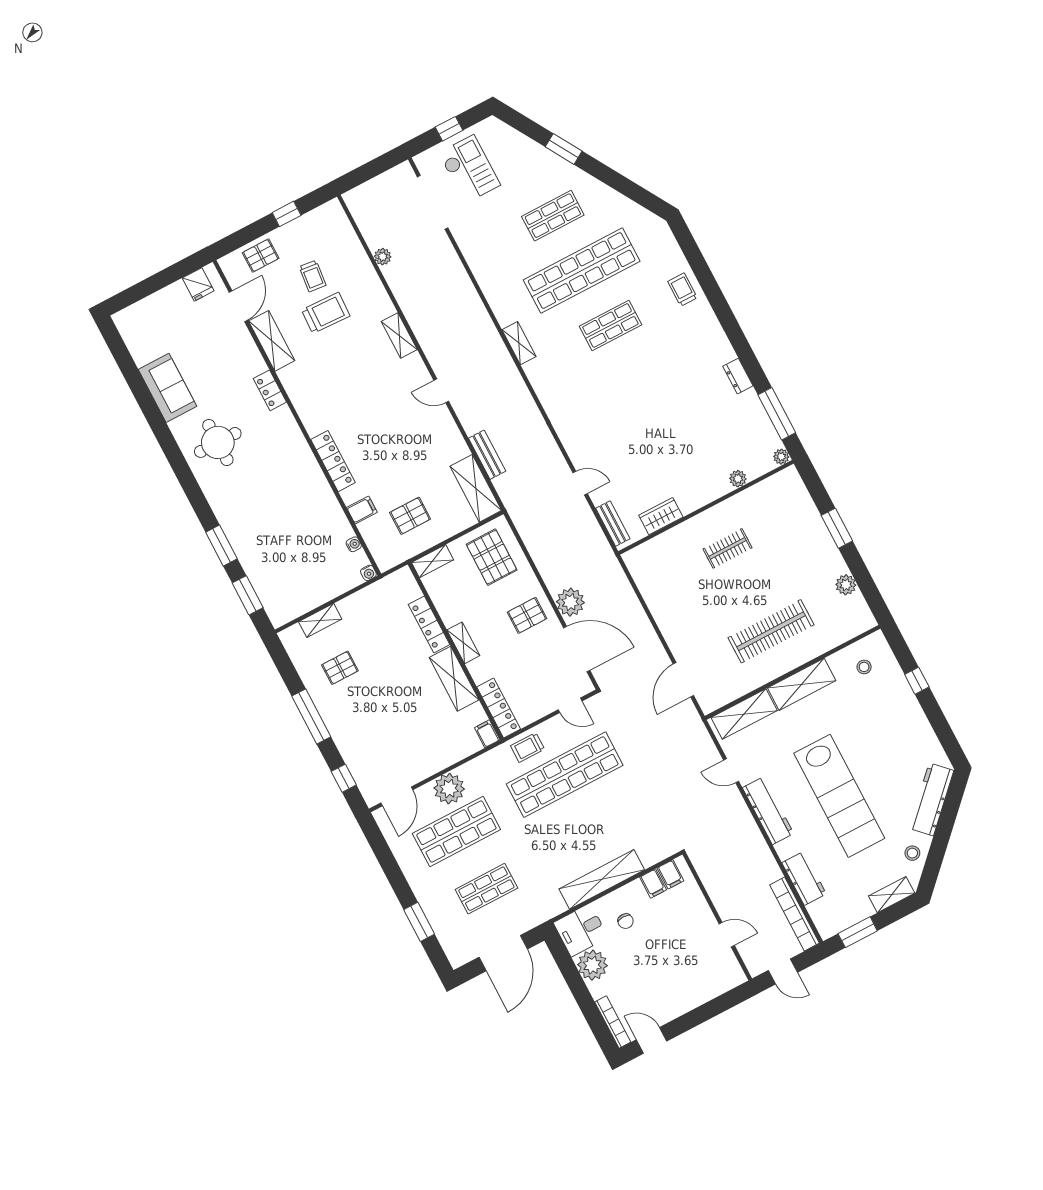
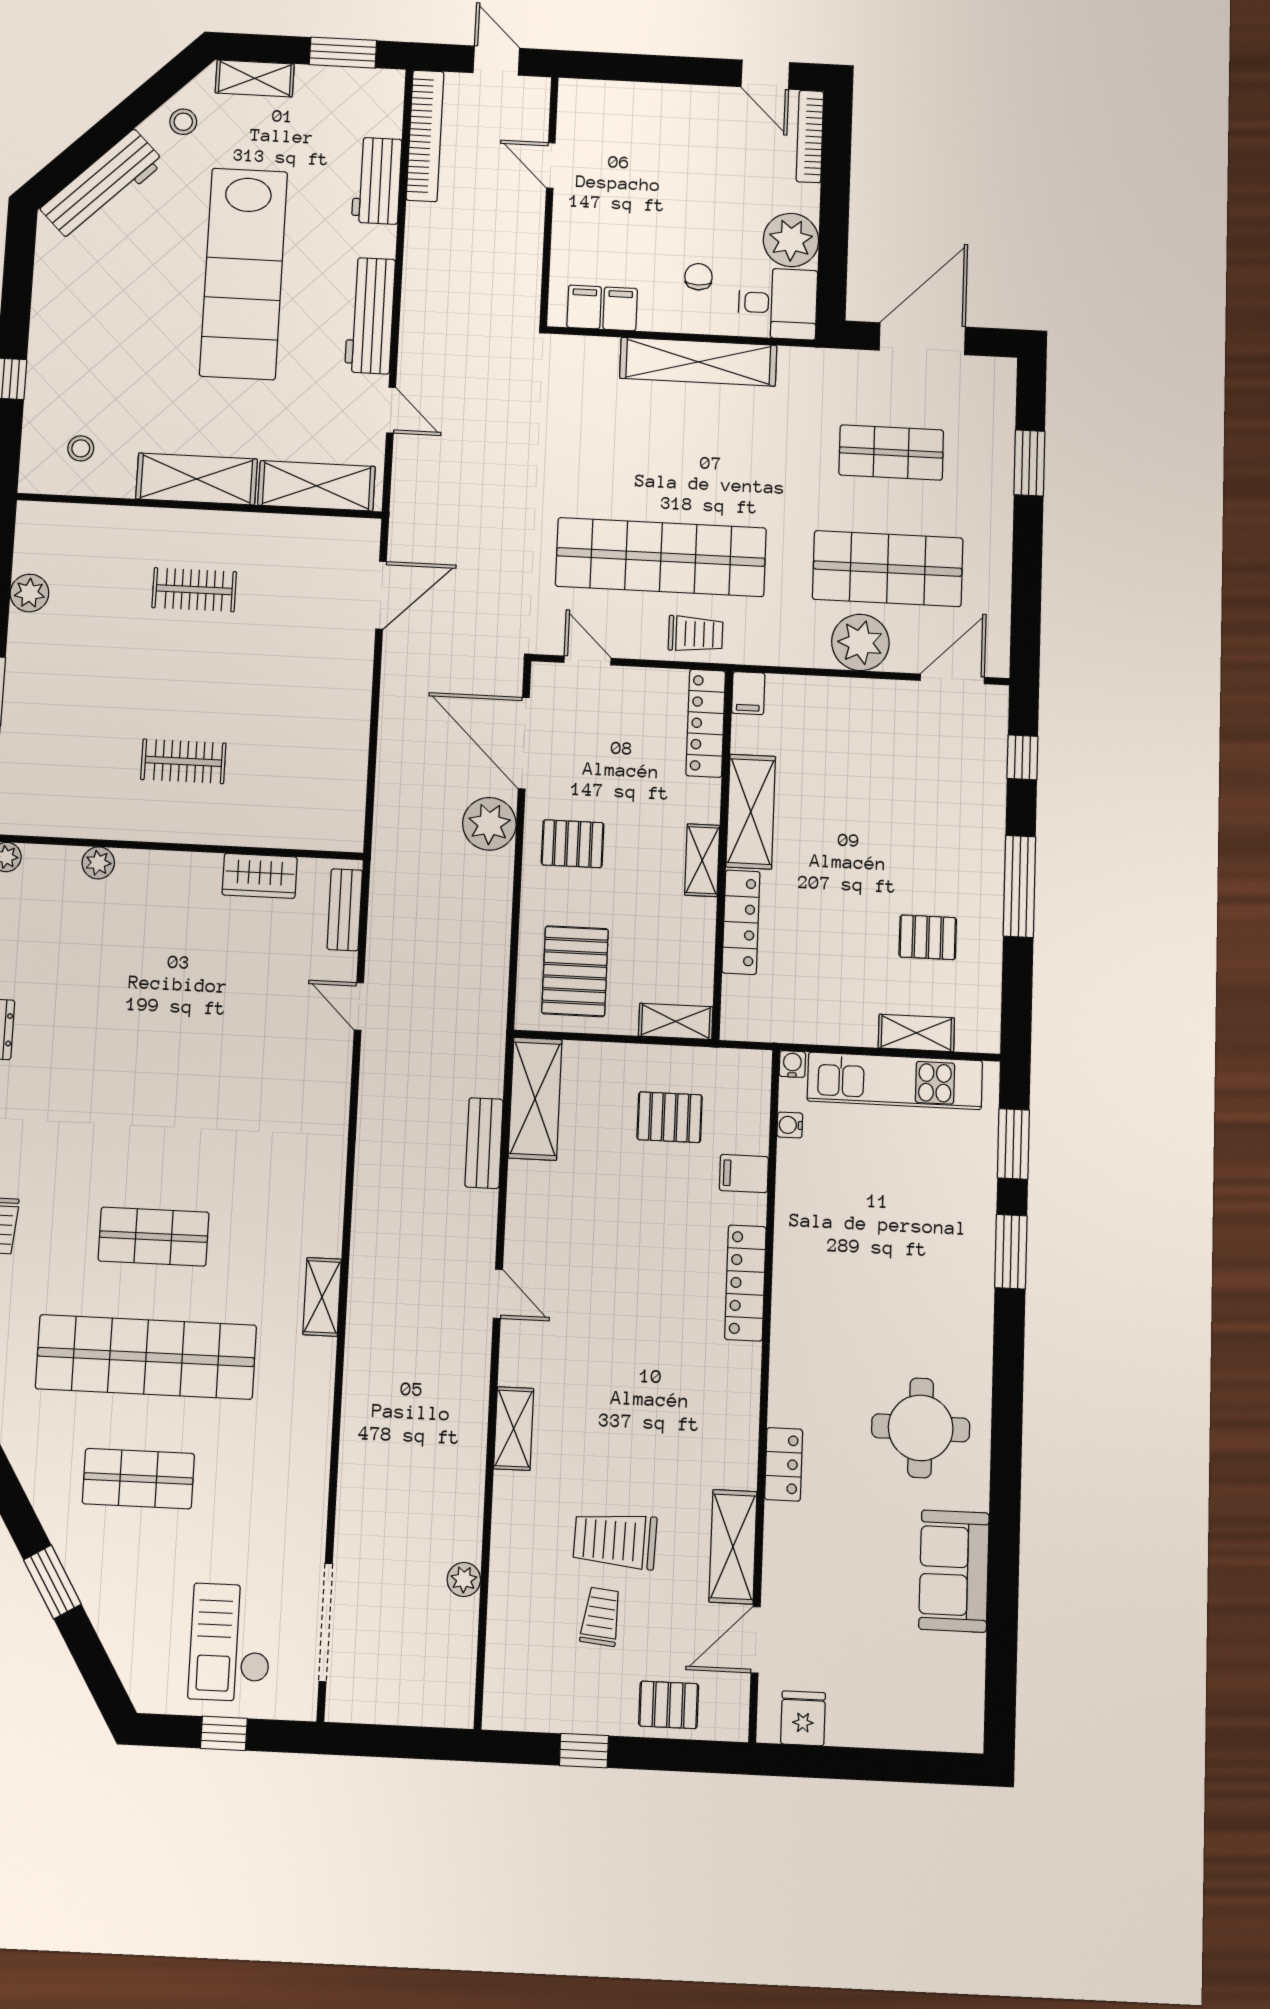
kitchen unit: (318, 593) -> (895, 1081), added
clothes rail: (771, 631) -> (194, 590), width x0.54, depth x0.76
lab bench: (839, 796) -> (244, 274), turned 180

